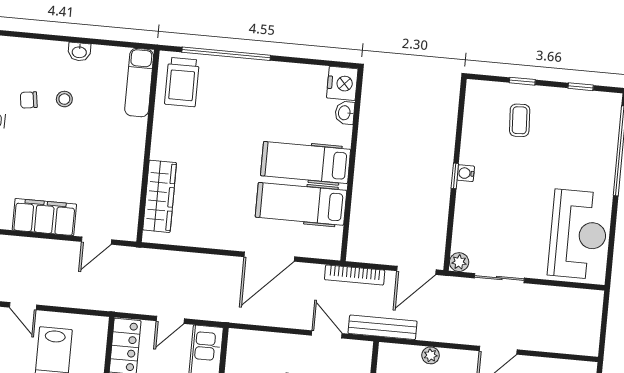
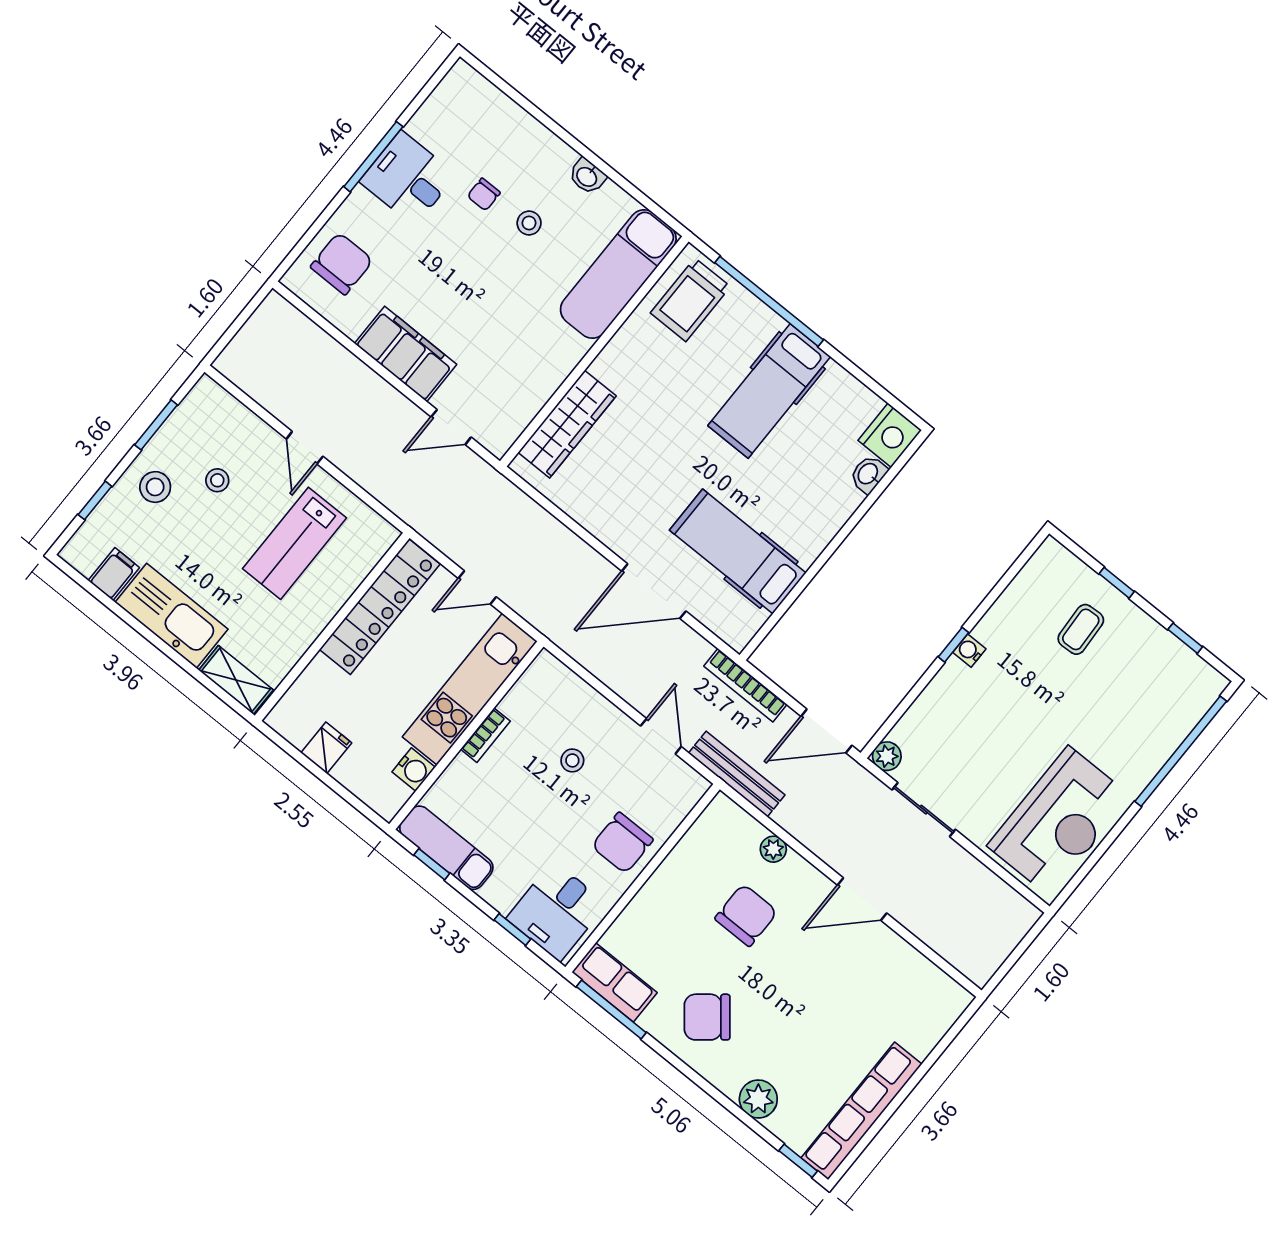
exam couch: (139, 83) -> (618, 274), width x1.36, depth x1.45
chair: (29, 100) -> (484, 194), turned -82
hospital bed: (306, 162) -> (769, 391), moved, turned -90

